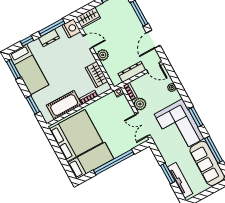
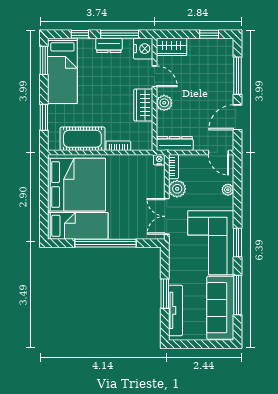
dresser: (132, 72) -> (175, 143), moved
wardrobe: (97, 75) -> (143, 105), moved

